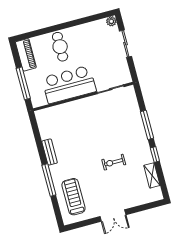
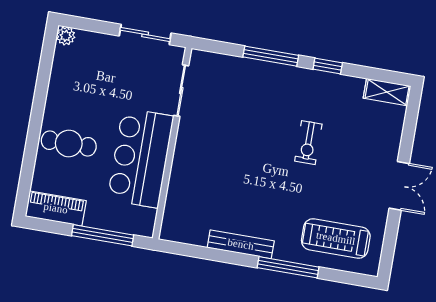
sliding door: (125, 44) -> (145, 34), moved
bench: (50, 152) -> (241, 244), width x1.36
shelving: (152, 175) -> (387, 92), moved

